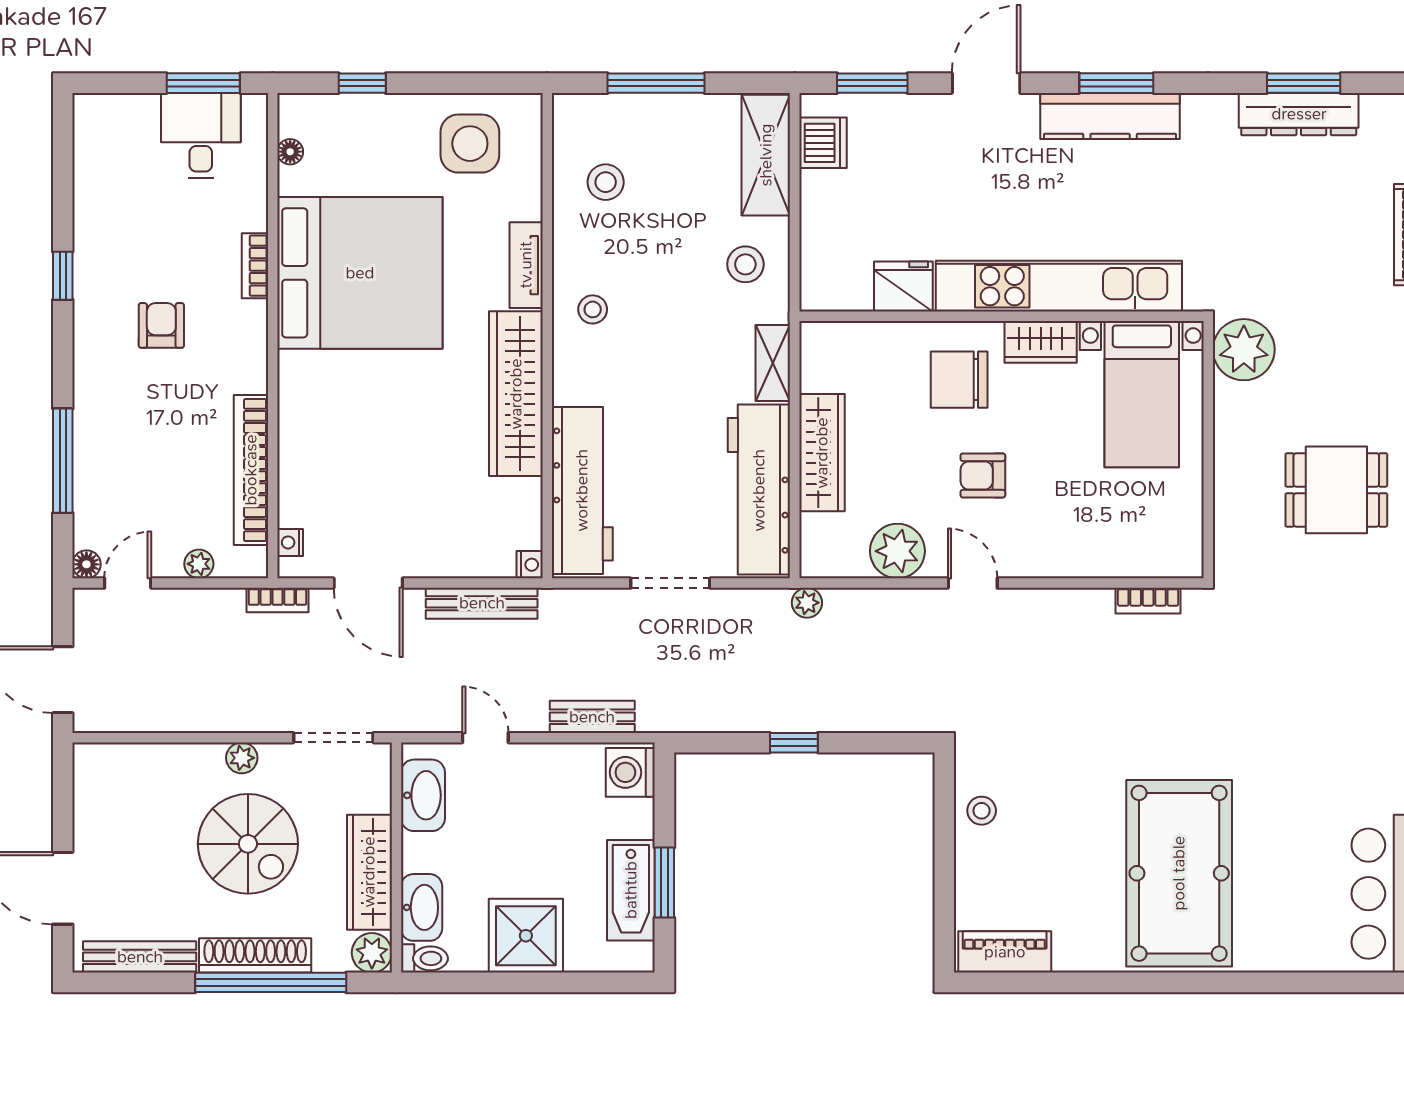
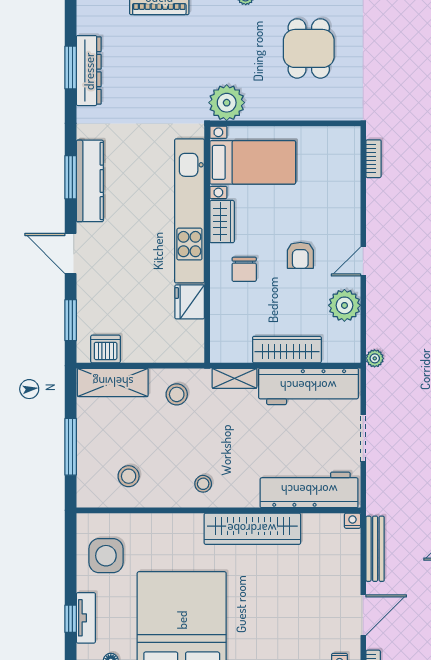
tv unit: (526, 265) -> (86, 618), moved, turned -90
chair: (959, 380) -> (244, 269), width x0.73, depth x0.73

